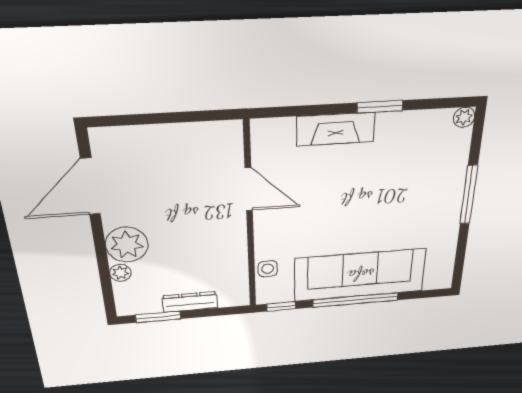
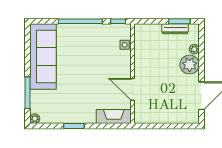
fireplace: (336, 129) -> (114, 116), moved
window: (469, 195) -> (28, 93), moved
sofa: (360, 275) -> (43, 57), moved, turned -90
dresser: (190, 302) -> (175, 29), moved

